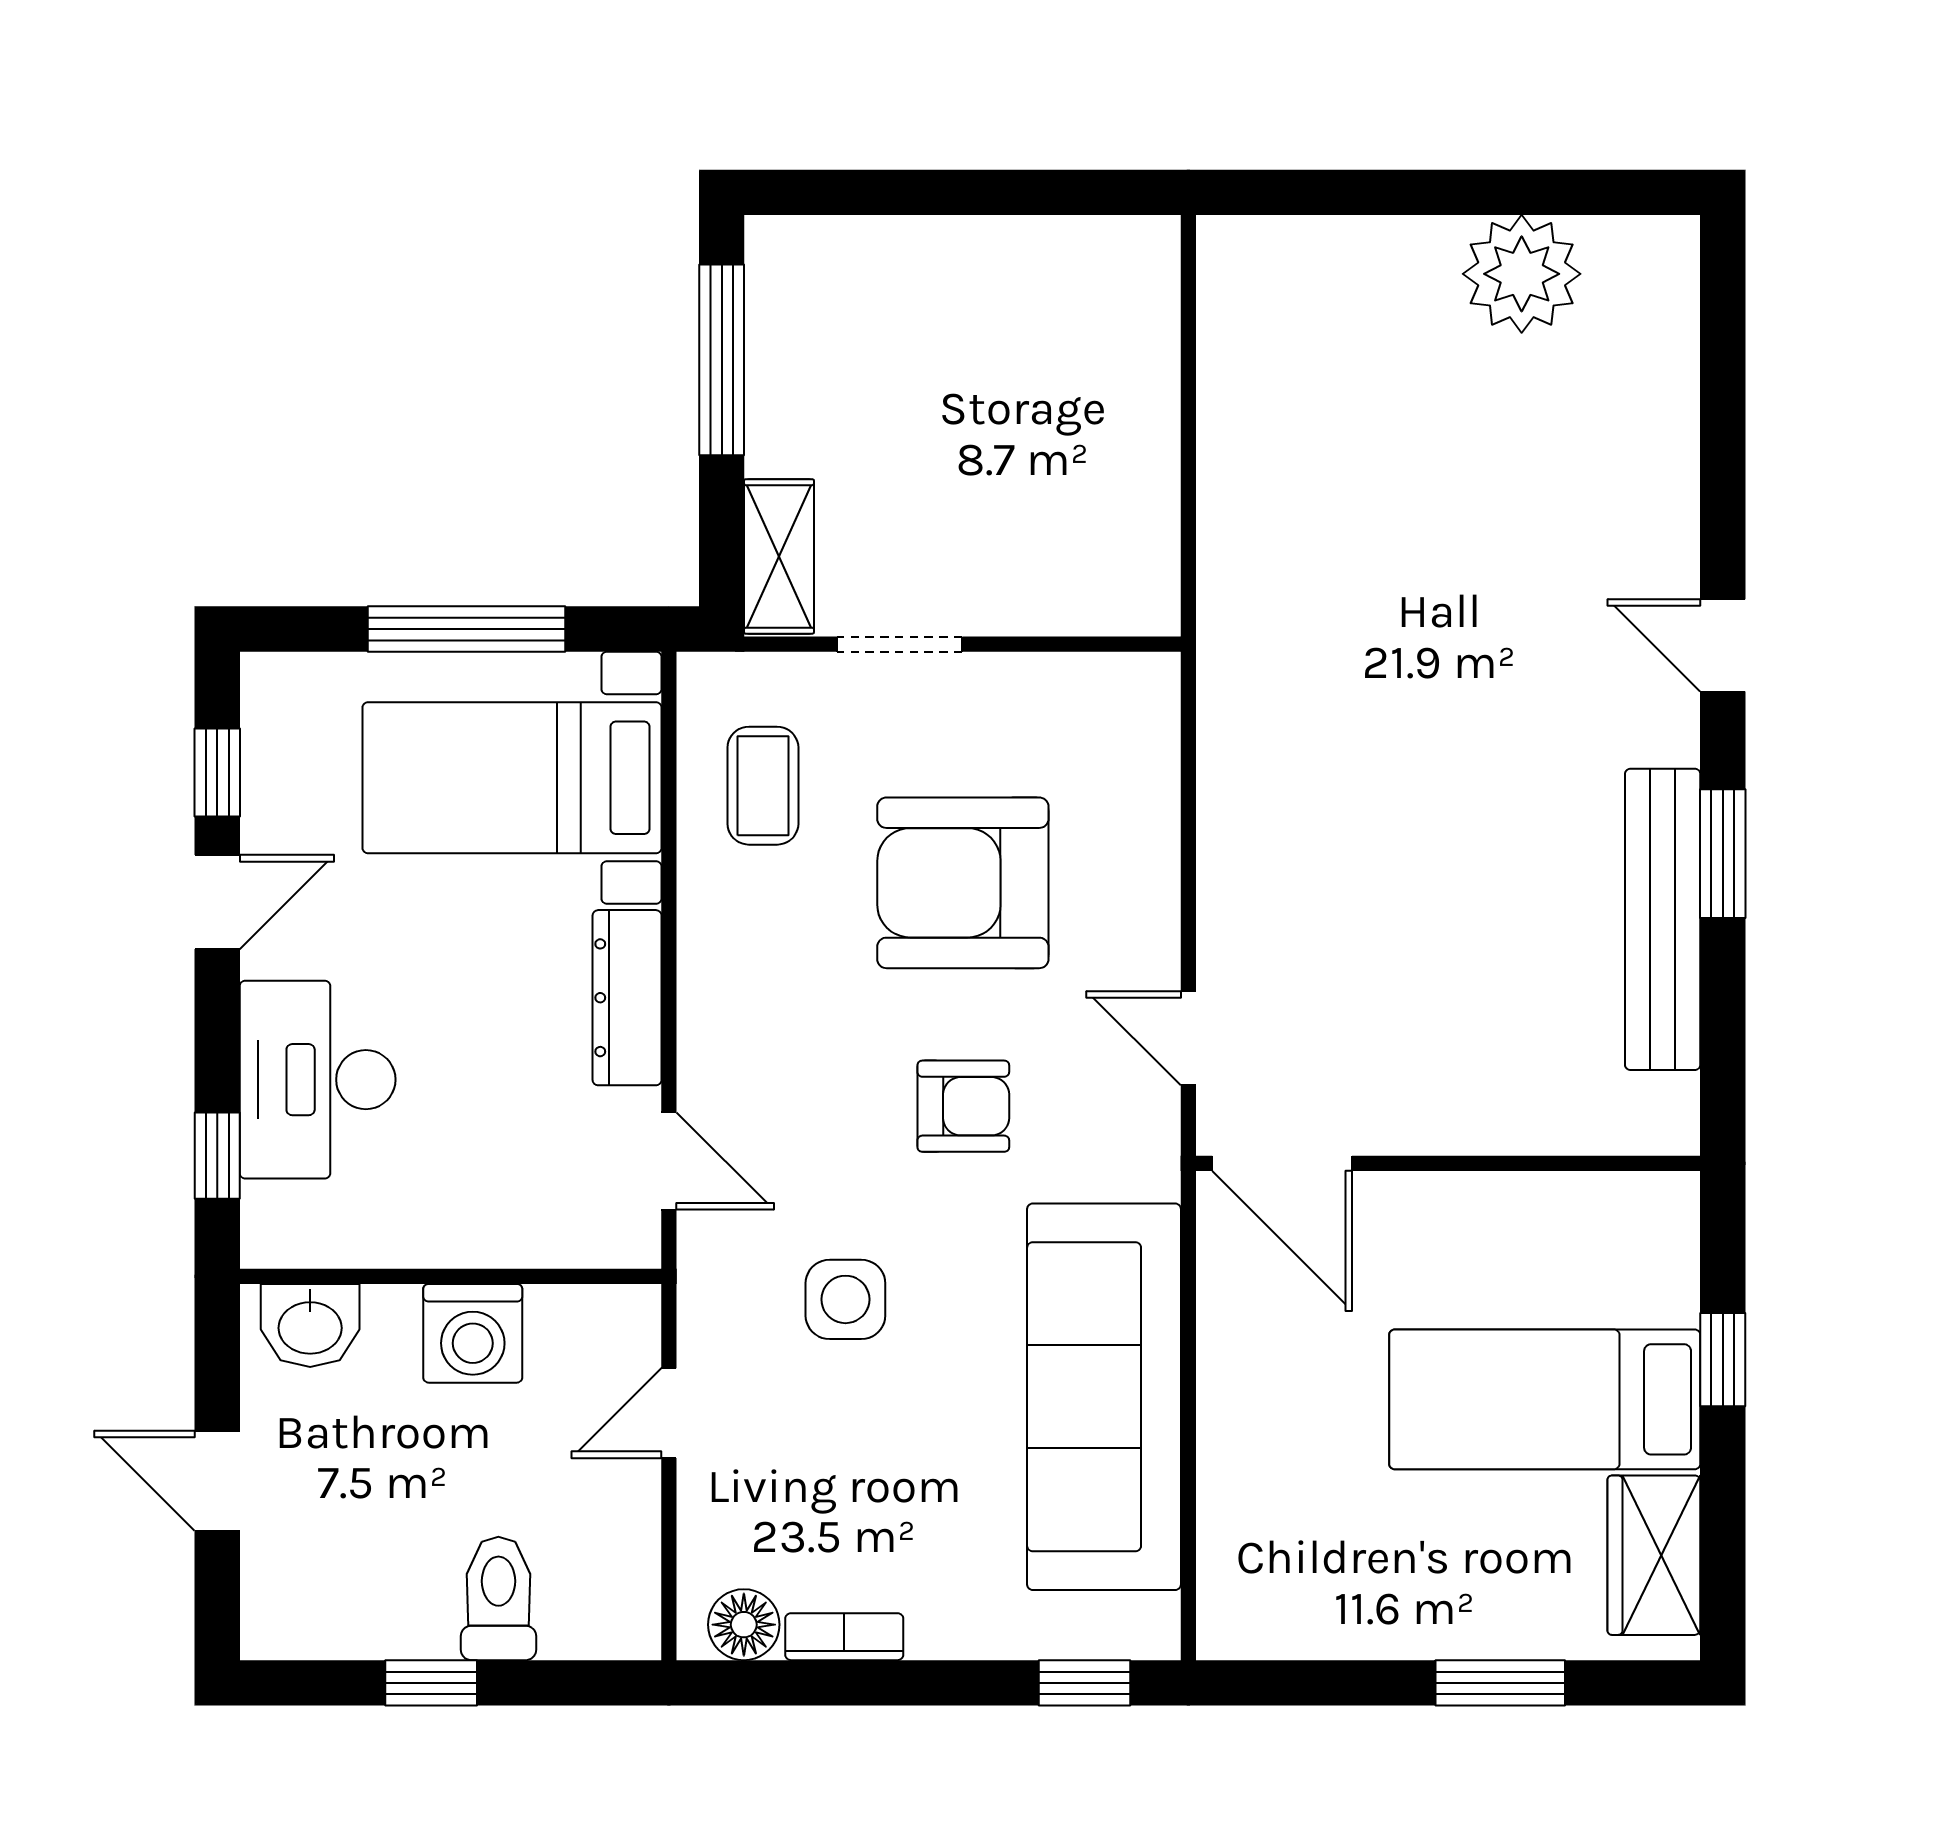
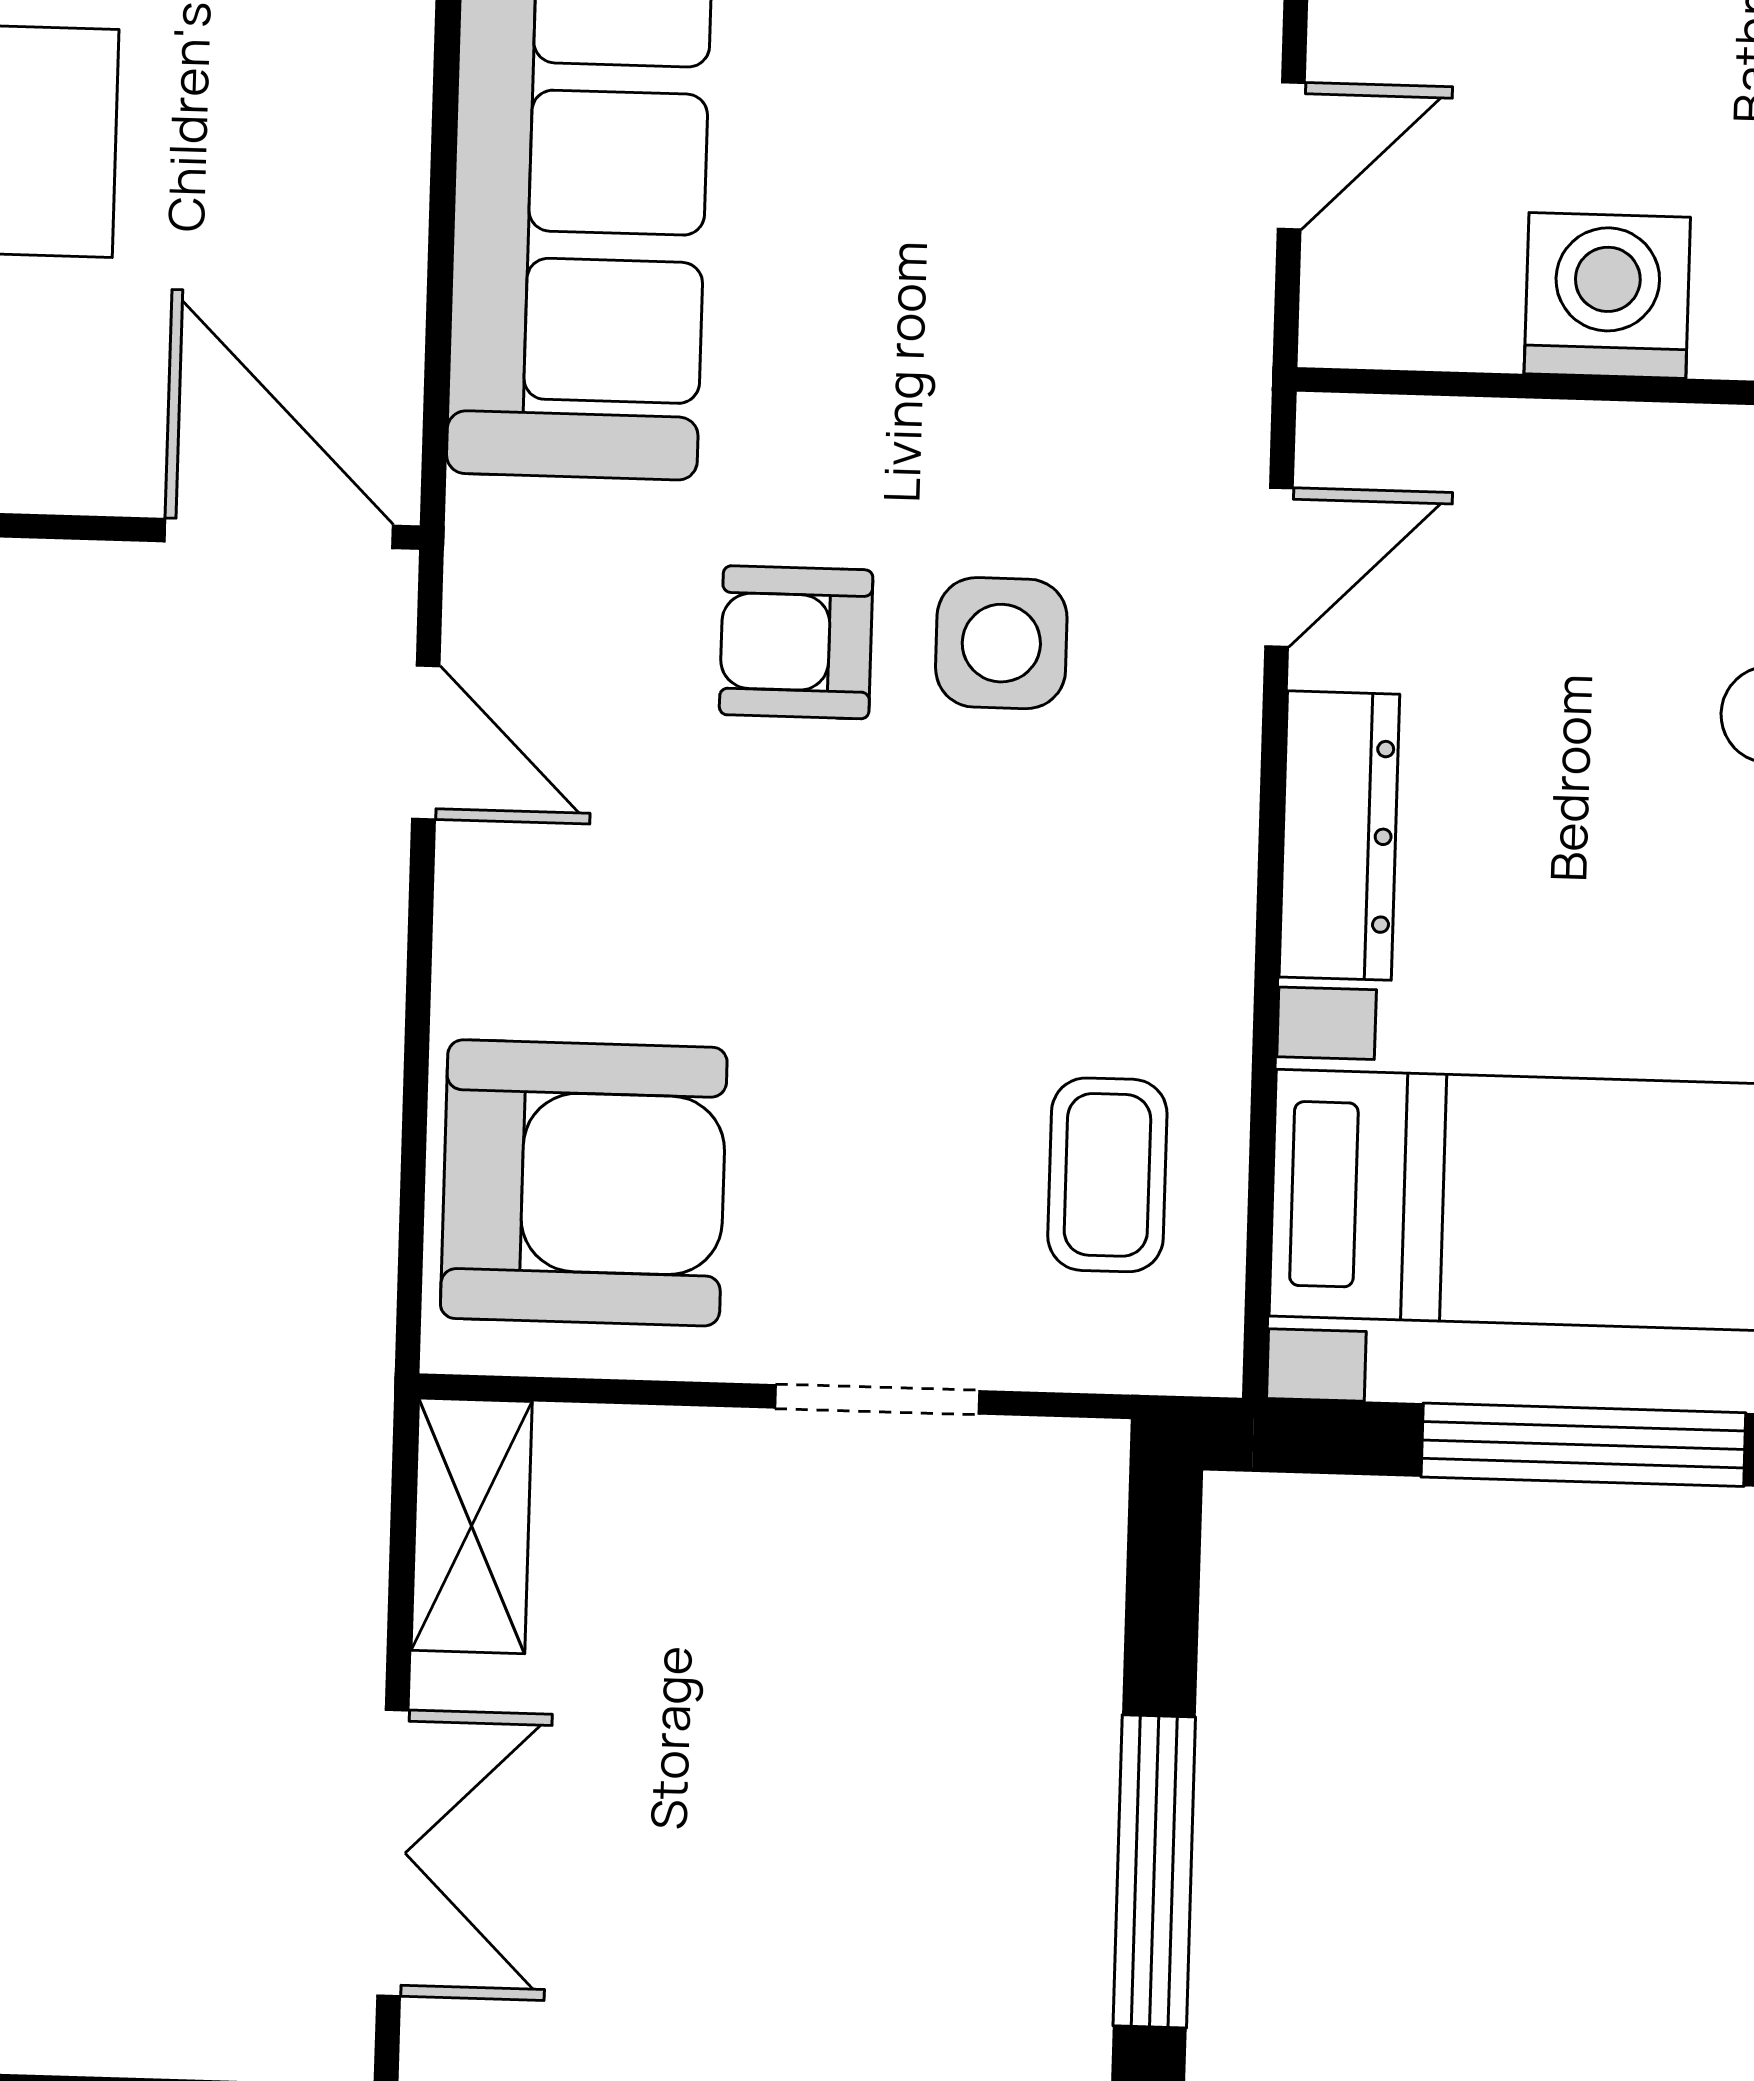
double door: (1188, 357) -> (393, 1853), added
shelving: (779, 556) -> (472, 1526), moved
armchair: (963, 883) -> (584, 1183), moved
door: (669, 1161) -> (1279, 567), swing flipped
side table: (845, 1299) -> (1001, 643), moved

